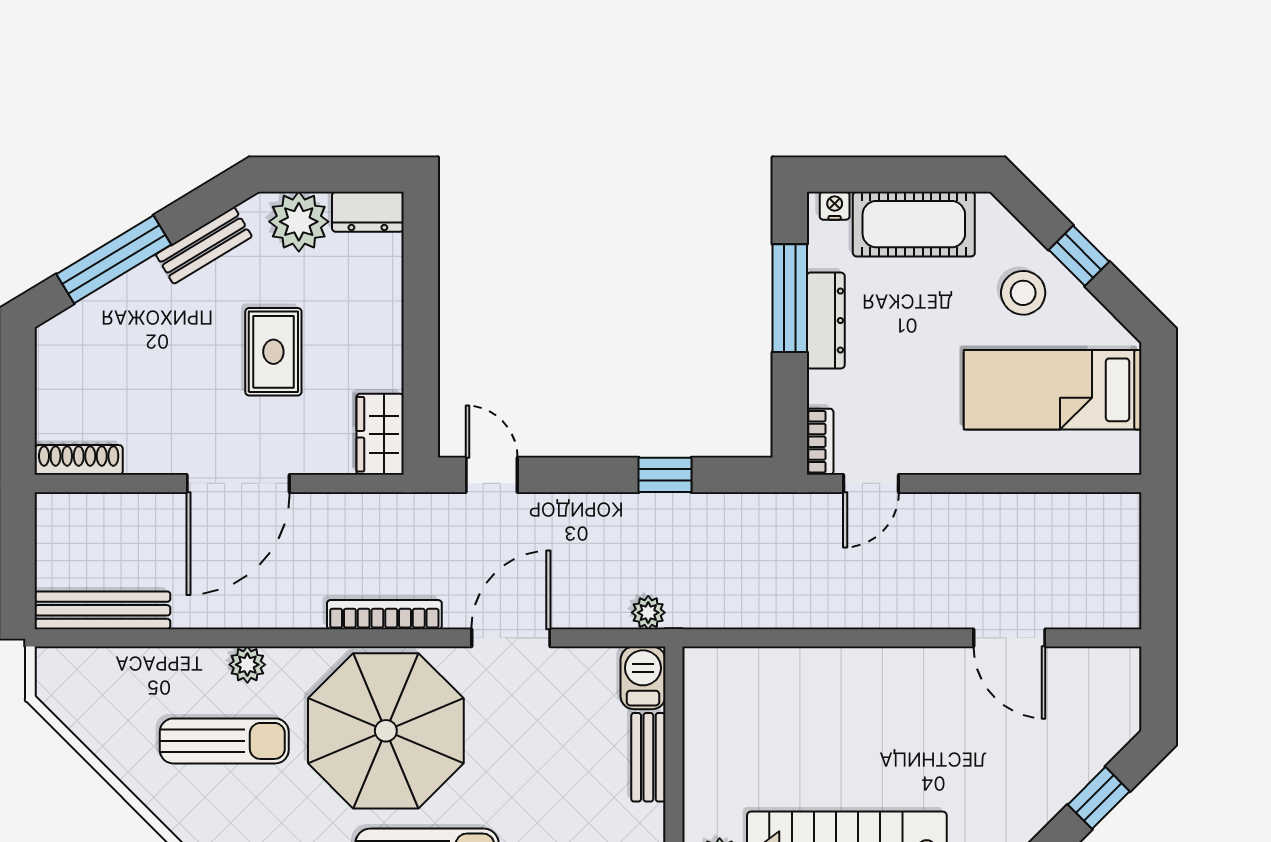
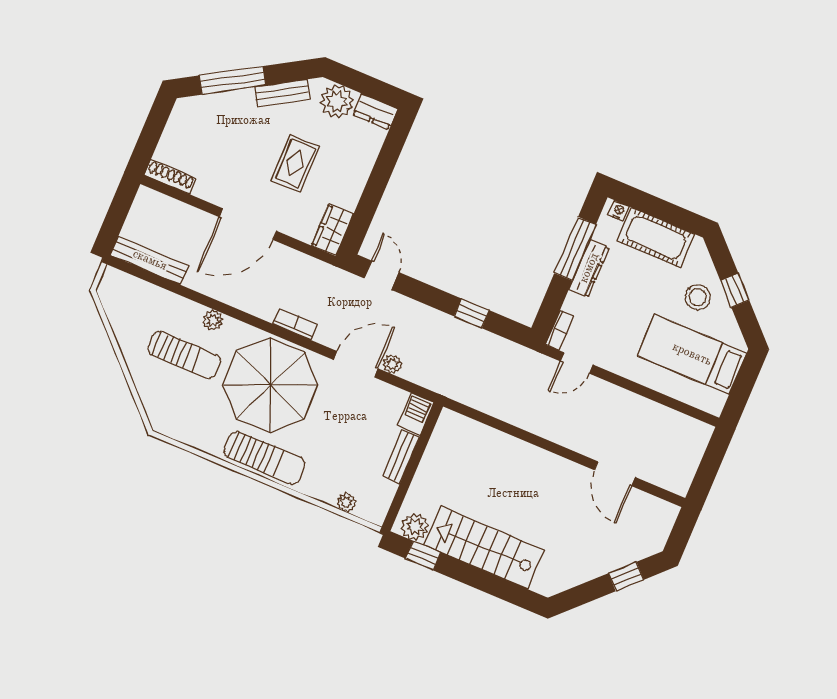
plant: (648, 613) -> (392, 364), moved
bookcase: (384, 615) -> (295, 324), width x0.64

